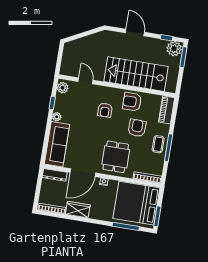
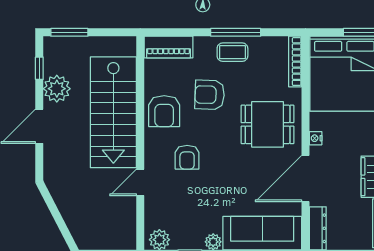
plant: (174, 49) -> (57, 89), moved
door: (86, 81) -> (140, 182), moved
armchair: (105, 110) -> (187, 157), turned 90
door: (83, 173) -> (305, 179), swing flipped

